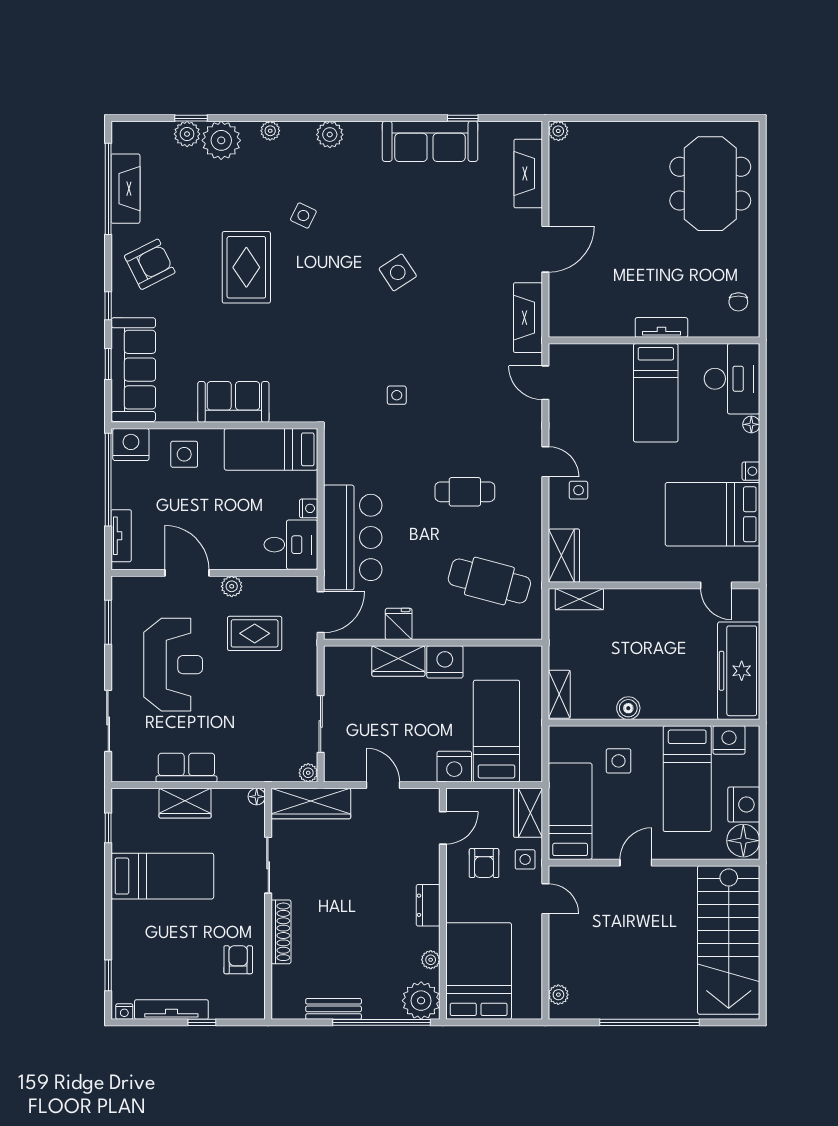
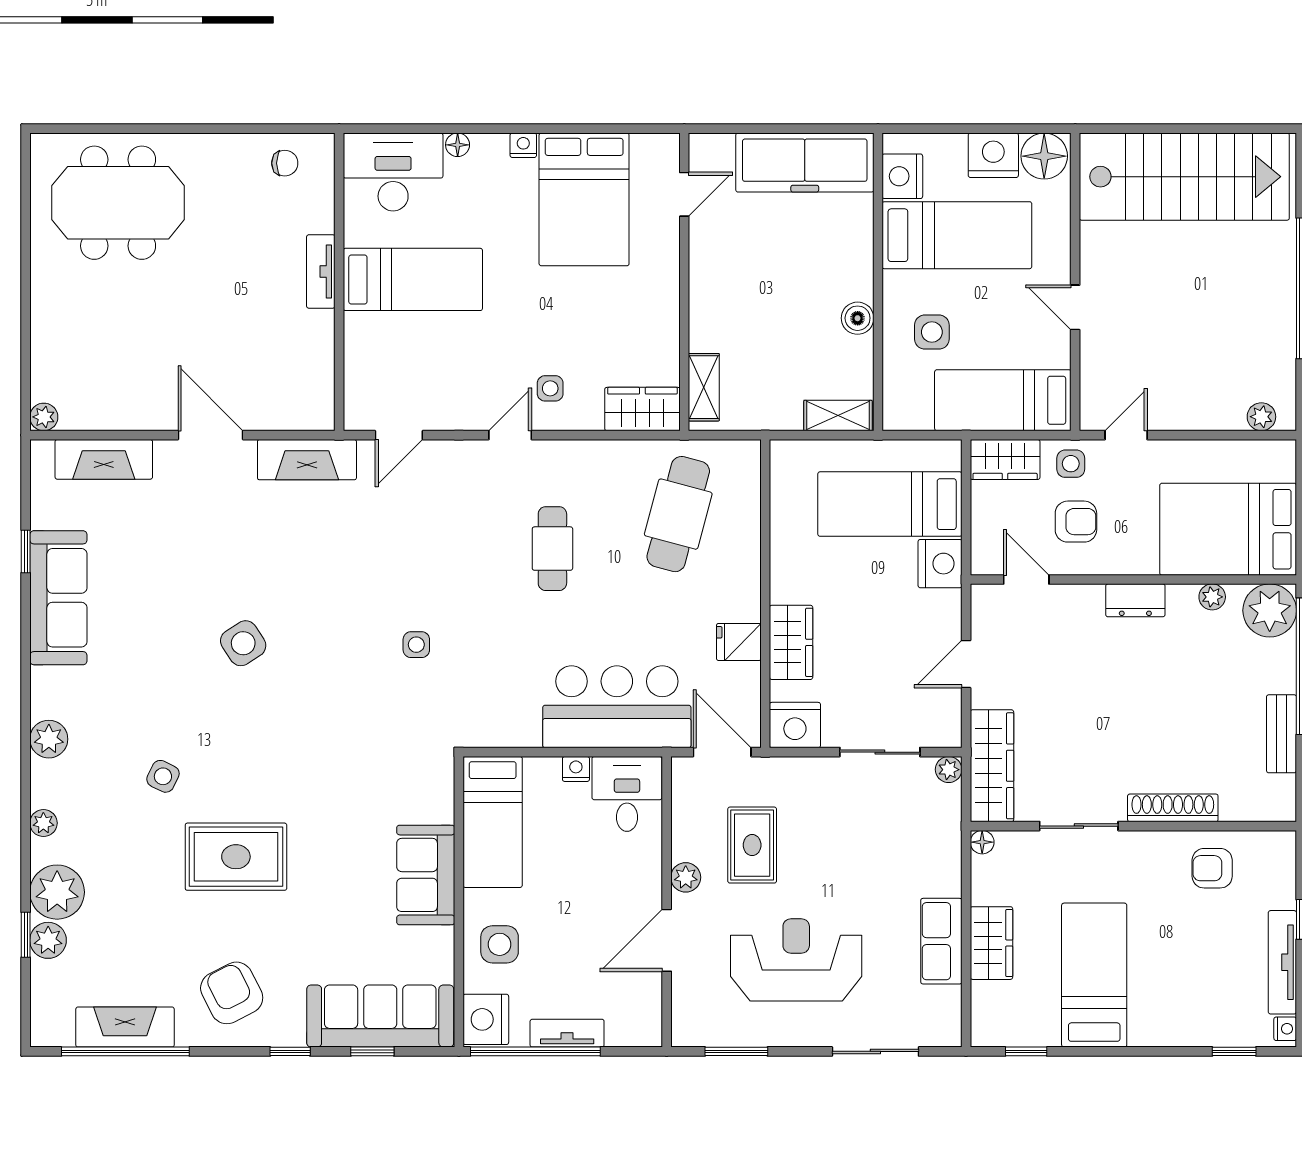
tv unit: (121, 536) -> (567, 1033), moved
nightstand: (445, 662) -> (795, 725), moved, turned -90

